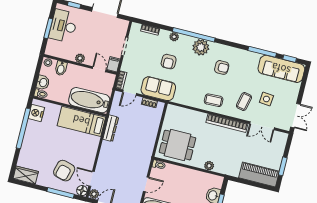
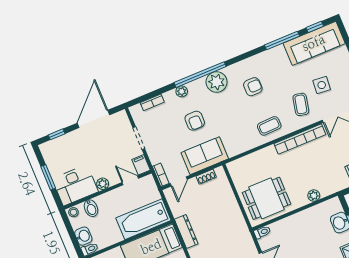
desk: (63, 26) -> (75, 185), moved, turned -90

